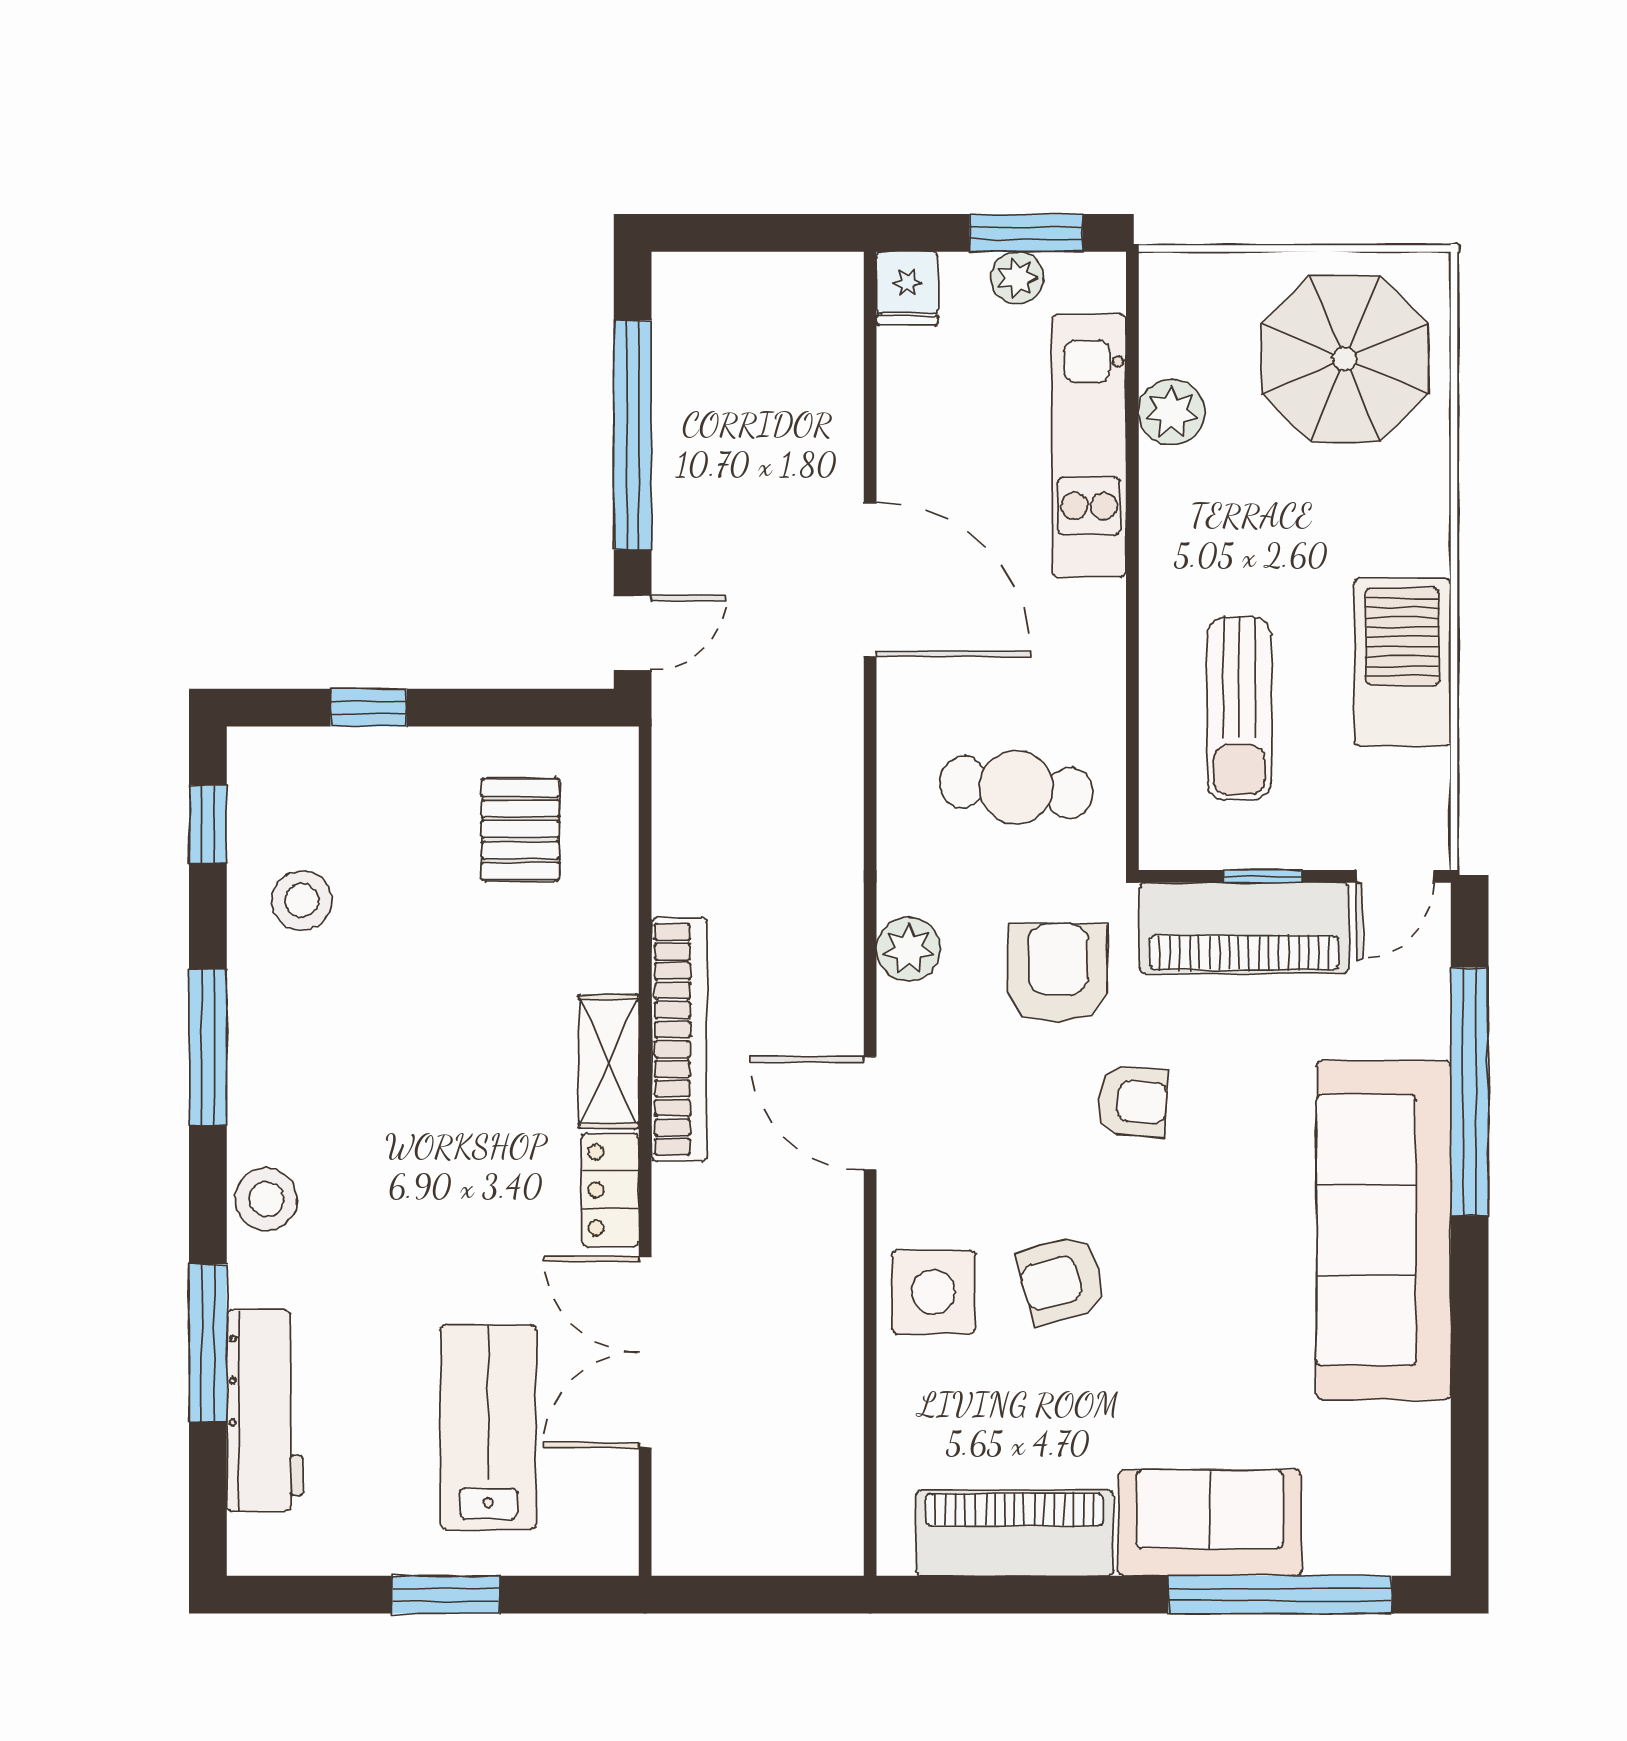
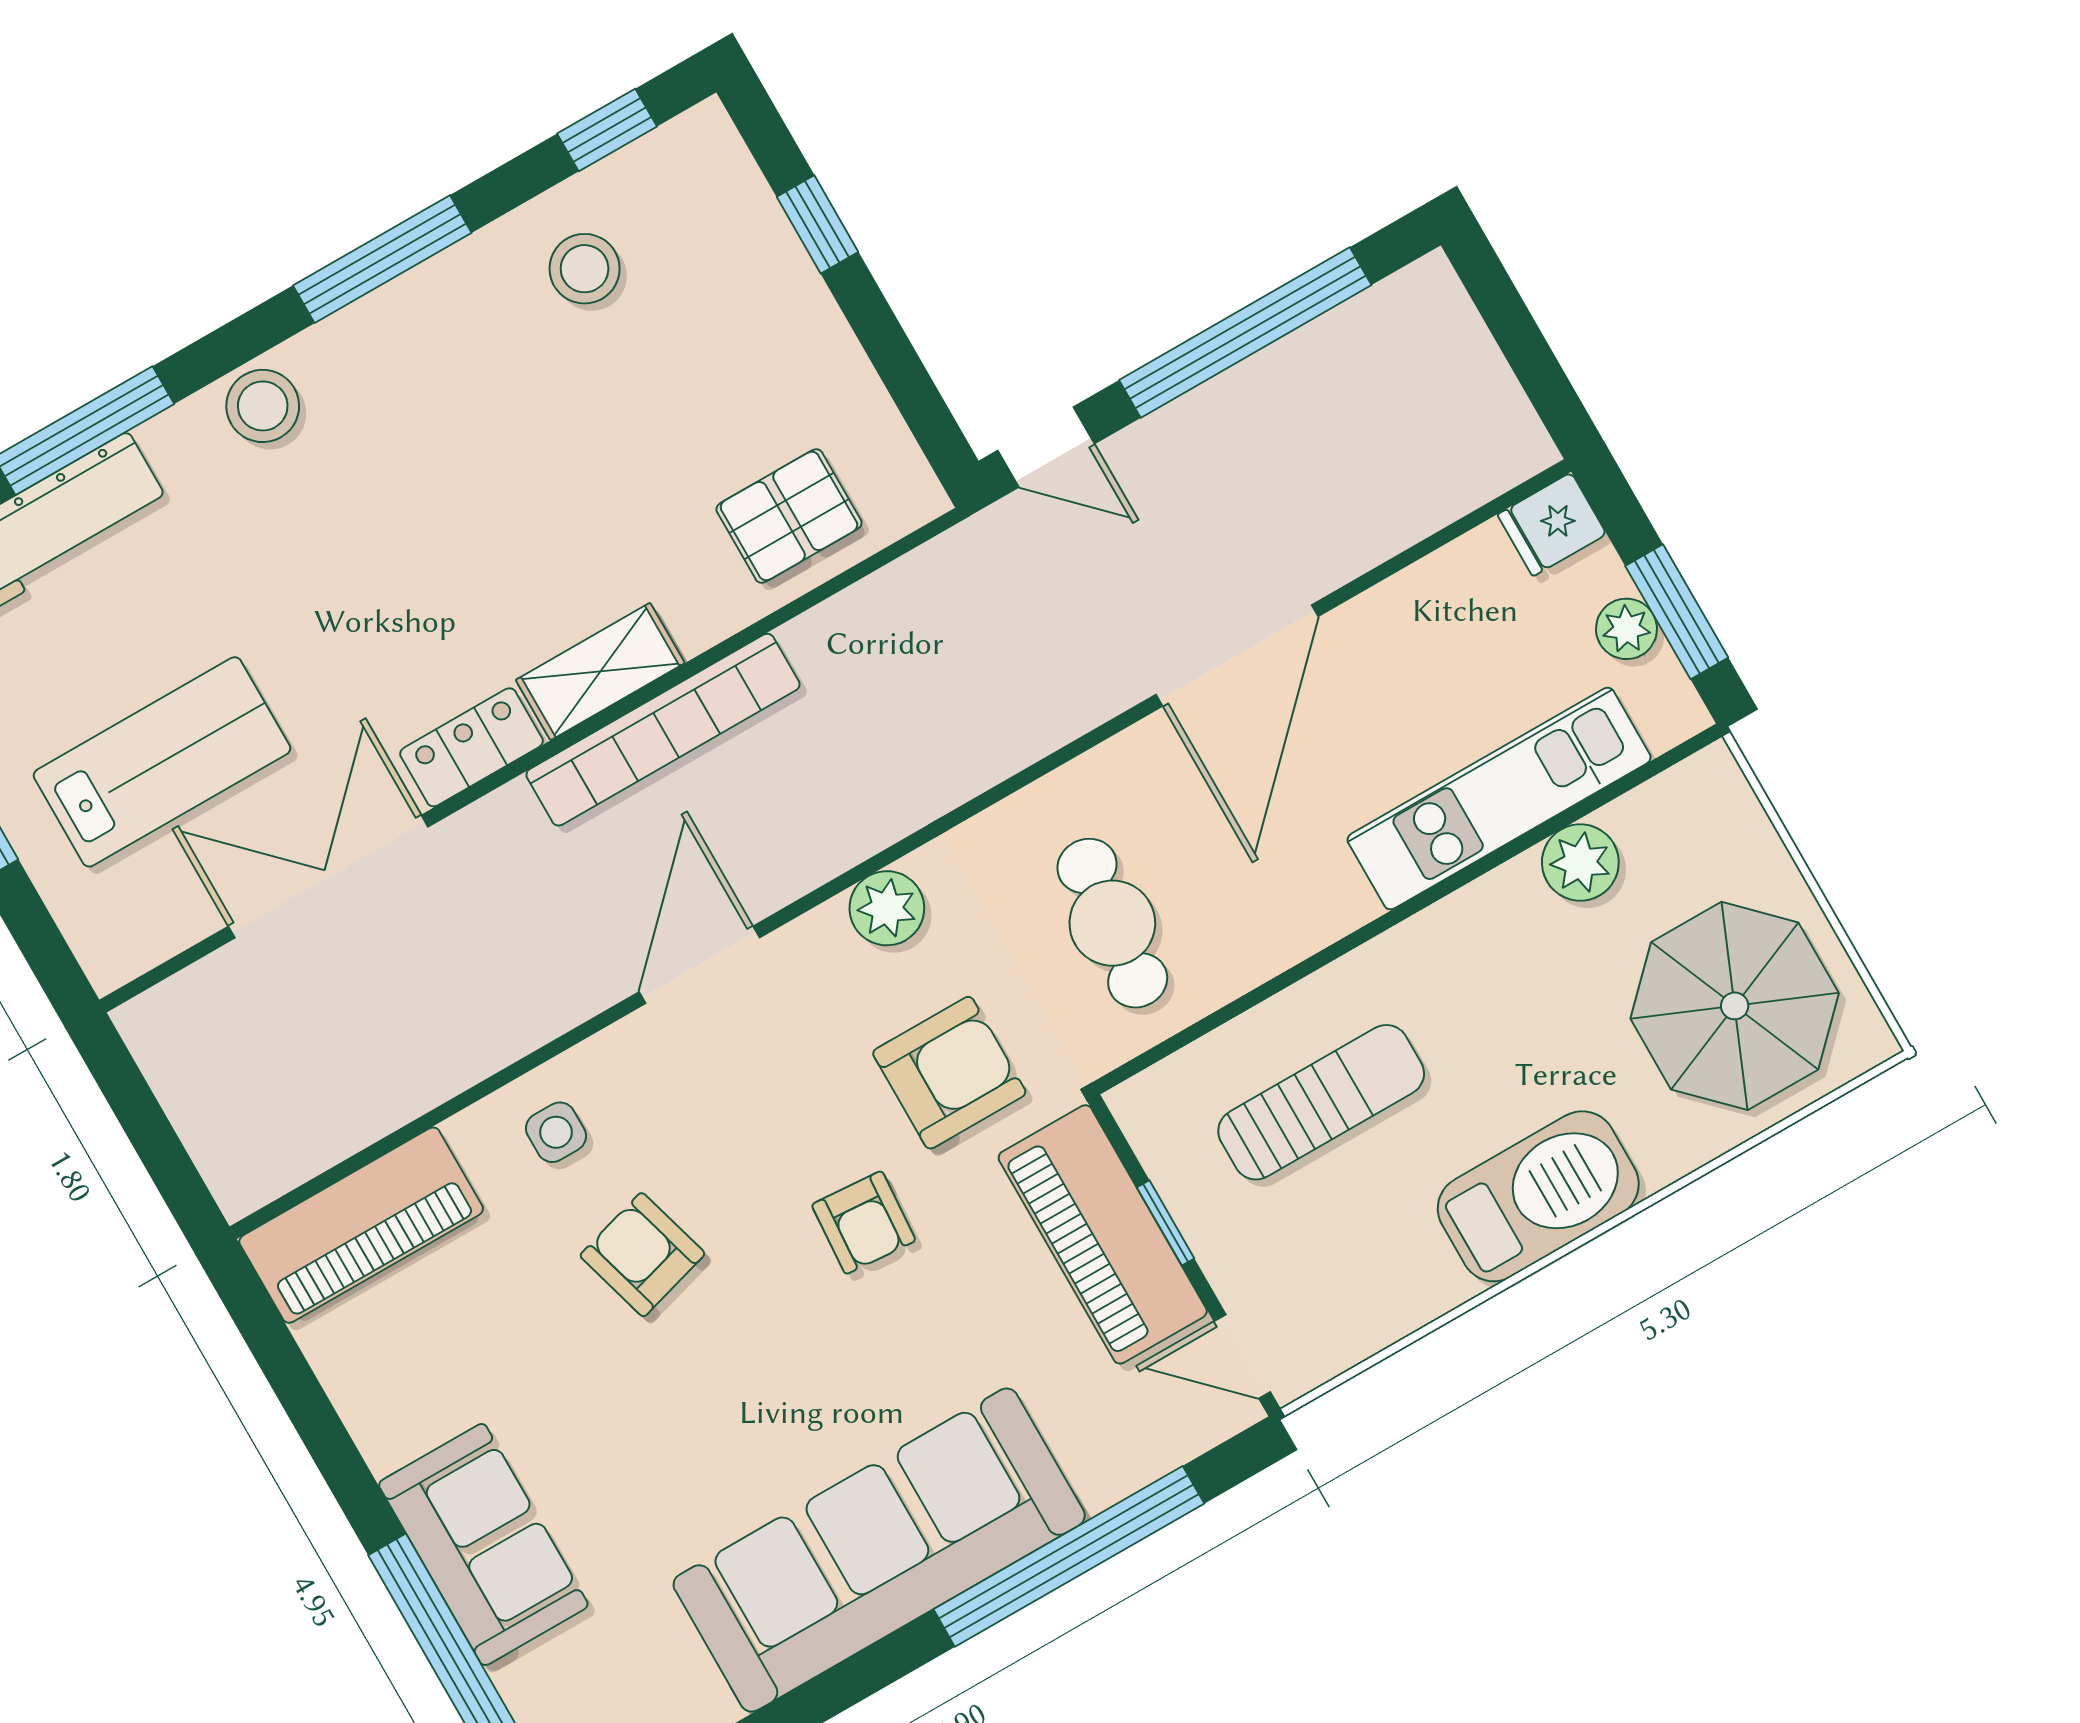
barbecue: (1402, 662) -> (1538, 1196), moved
sun lounger: (1239, 708) -> (1321, 1102), turned 180
pallet: (520, 829) -> (789, 516), moved
side table: (933, 1292) -> (556, 1132), width x0.54, depth x0.54
piano: (1015, 1533) -> (361, 1225), moved, turned 90

